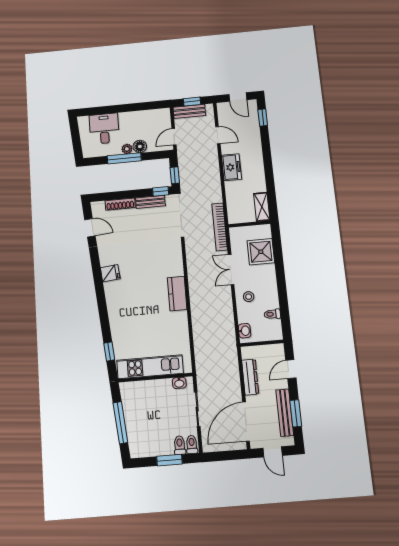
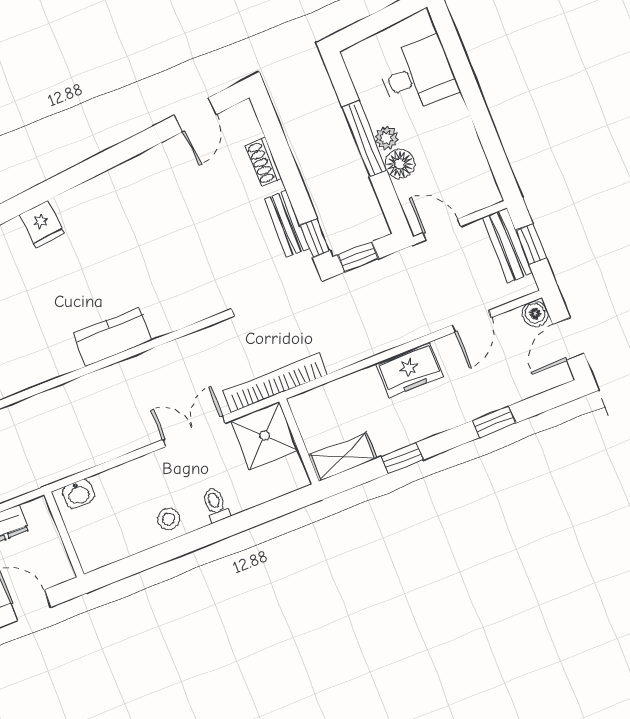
boiler: (223, 108) -> (535, 314), added
window: (263, 117) -> (494, 422), moved
window: (270, 181) -> (402, 458), added
shoe rack: (120, 204) -> (263, 162), width x0.70
shower: (261, 252) -> (265, 436), moved
fridge: (110, 273) -> (42, 224), moved
stool: (249, 297) -> (168, 519), moved
toilet: (272, 314) -> (215, 505), moved

